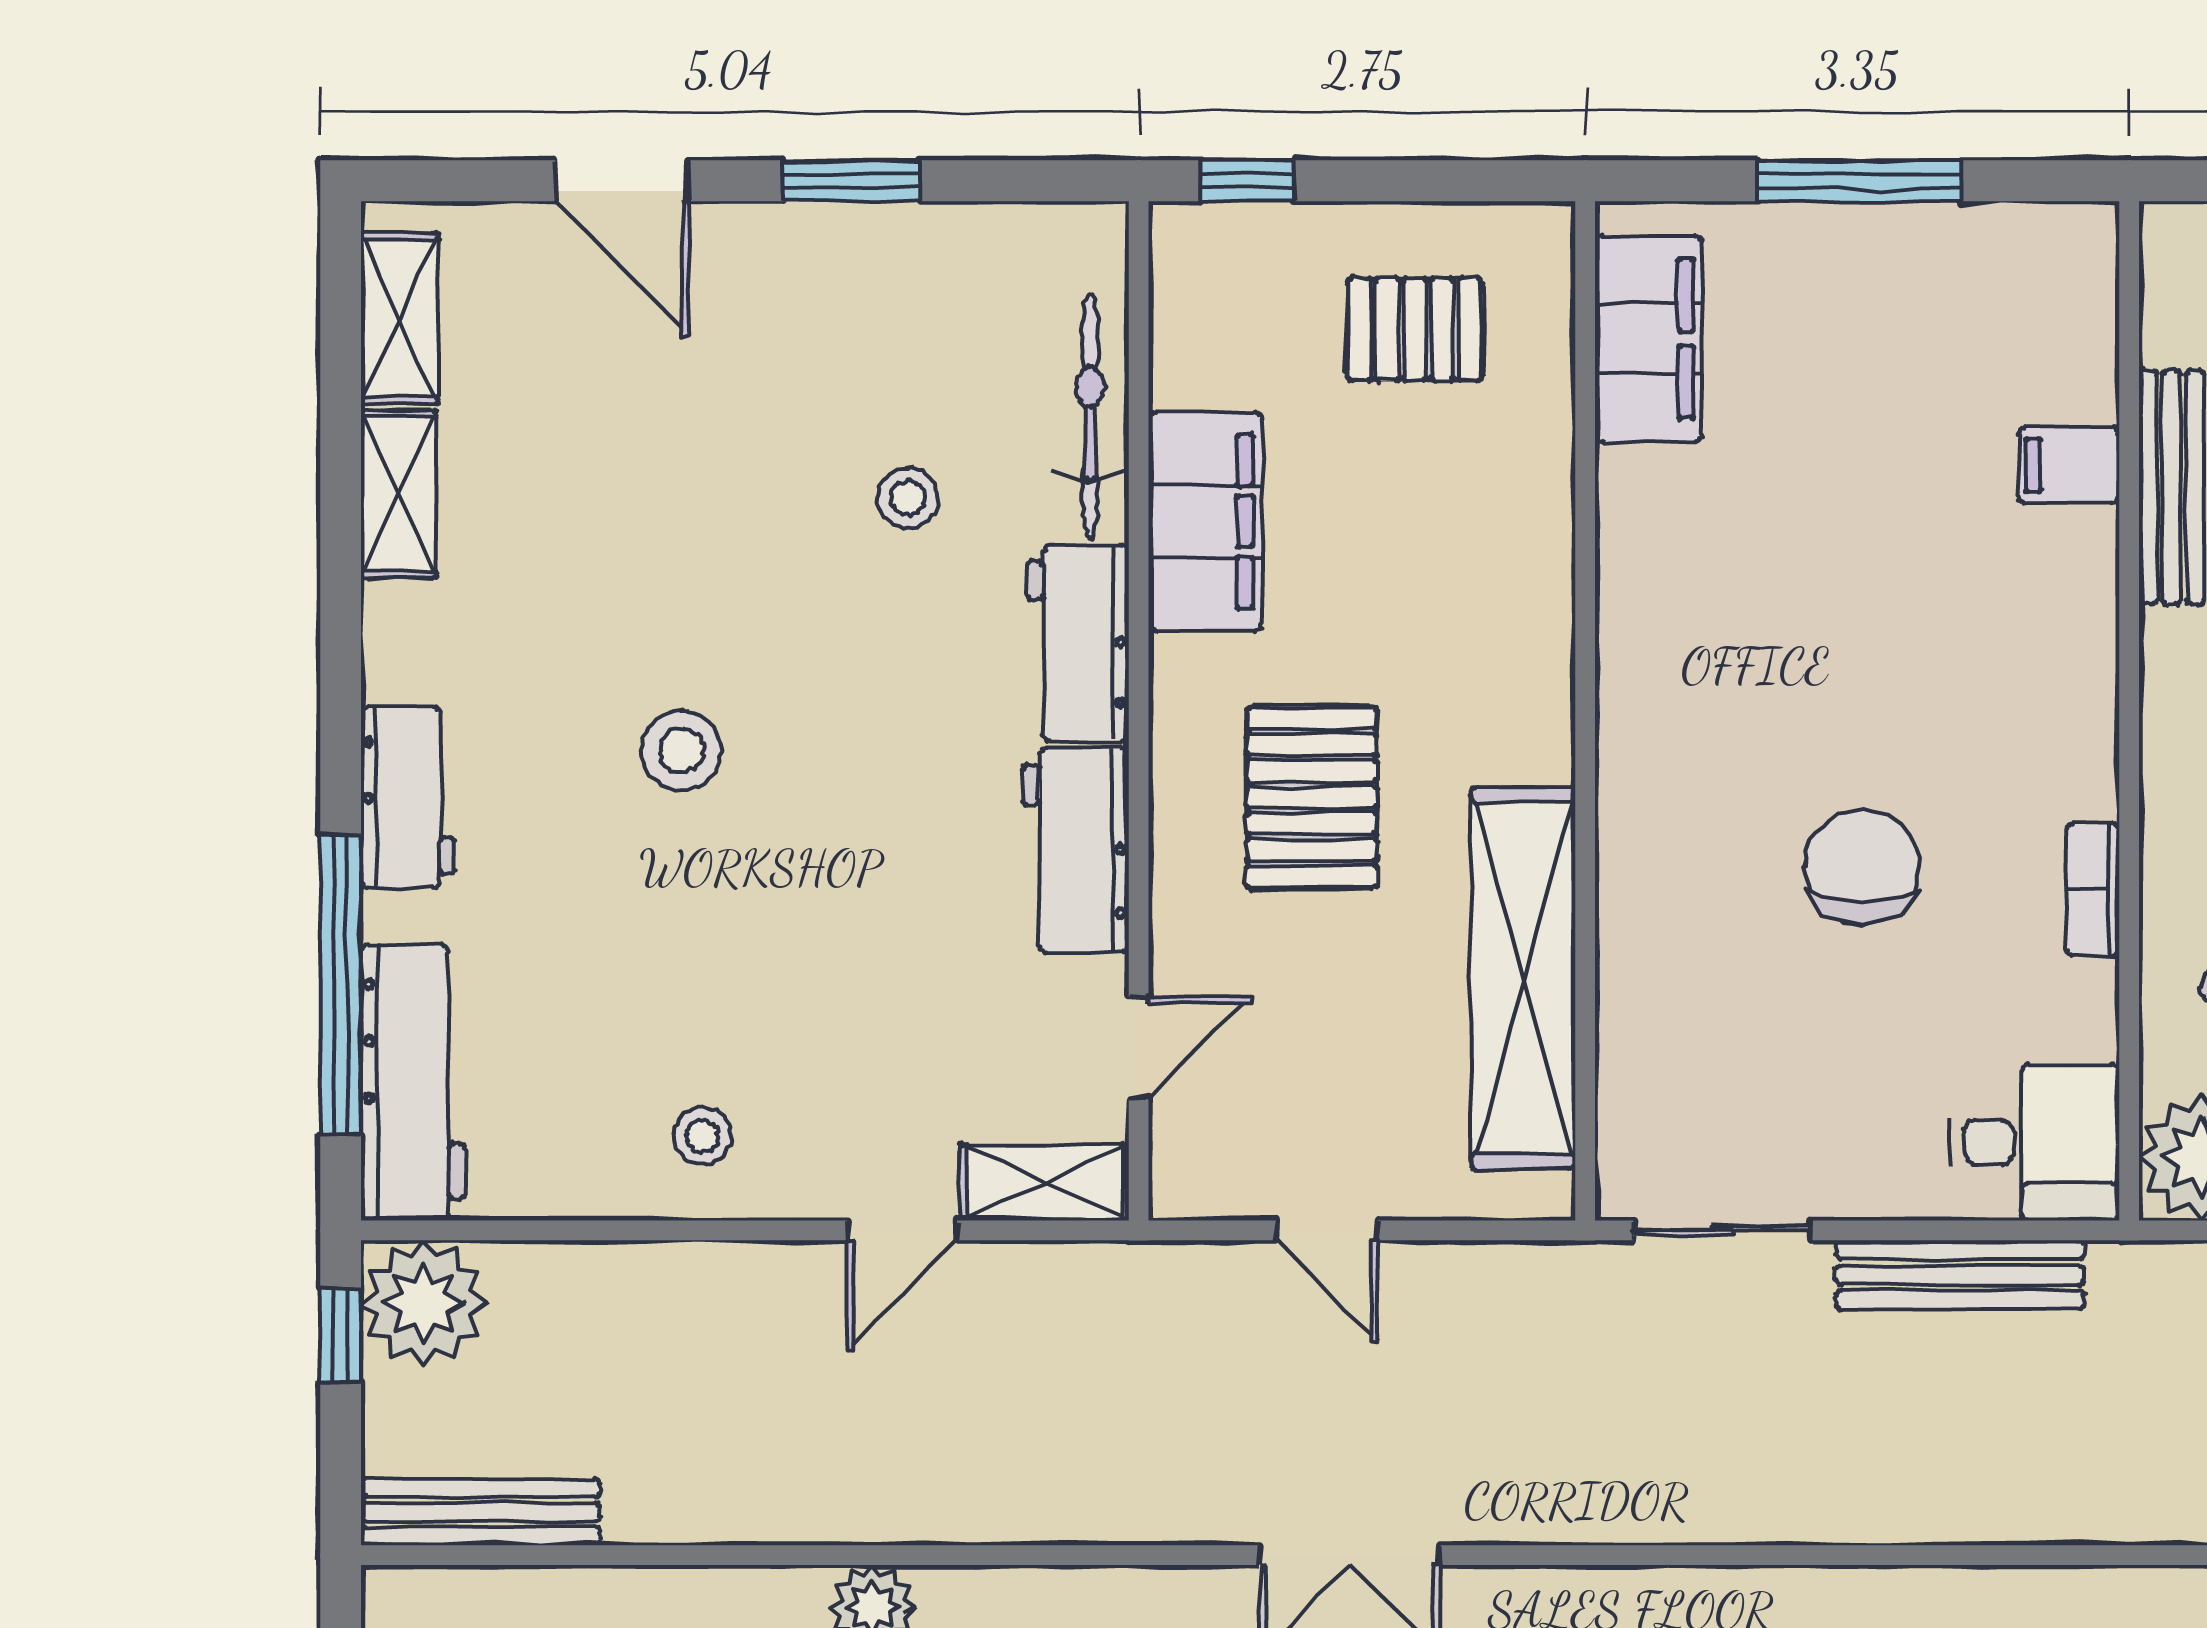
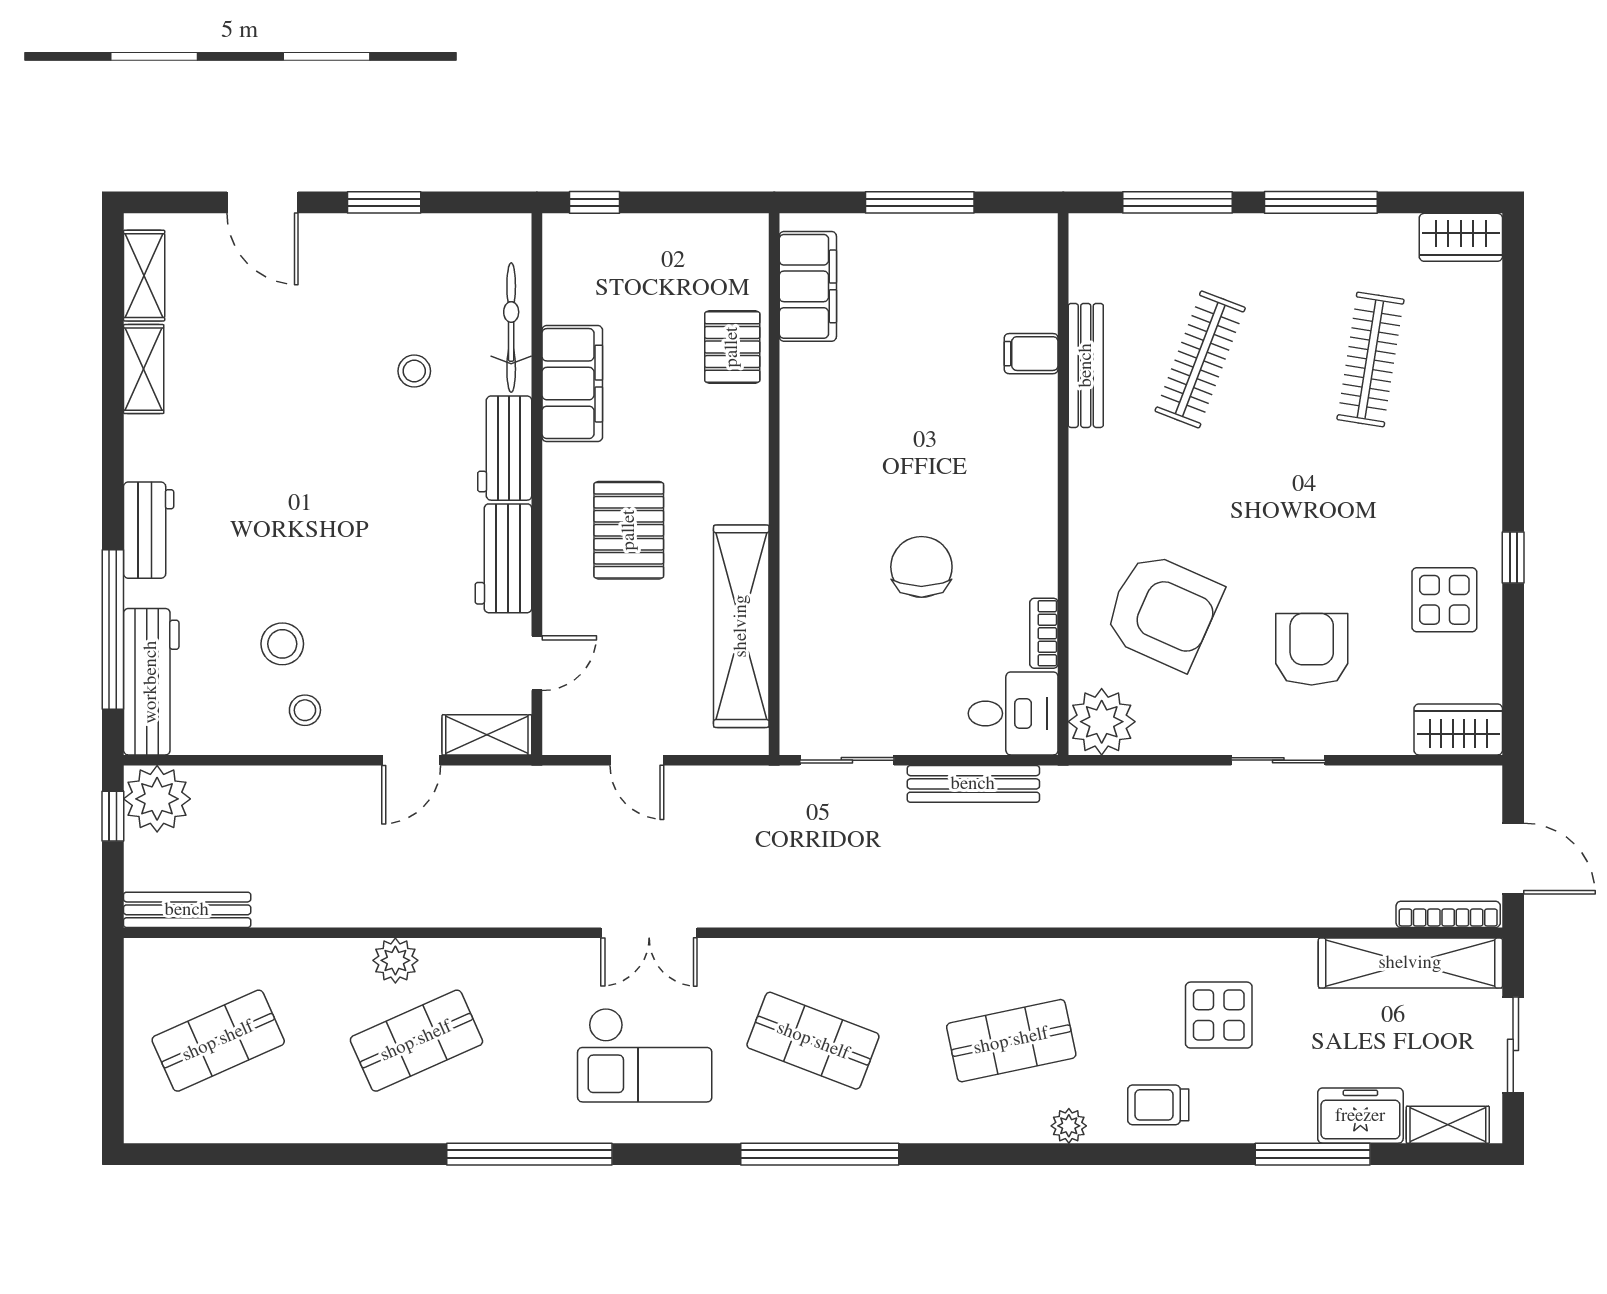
pallet: (1415, 329) -> (732, 347), moved, turned 90
stool: (681, 750) -> (282, 644), moved
bookcase: (2093, 889) -> (1044, 633), moved

